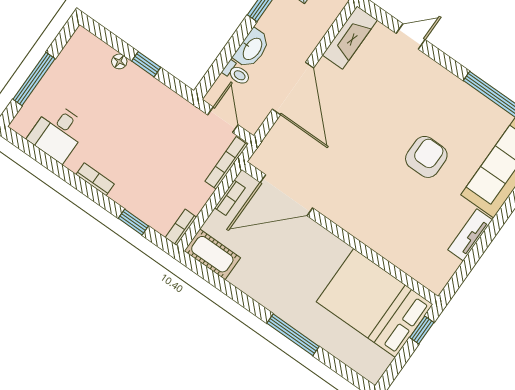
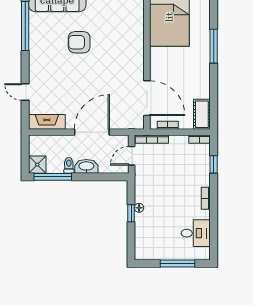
floor lamp: (119, 61) -> (139, 208), moved
toilet: (237, 73) -> (69, 165), moved

